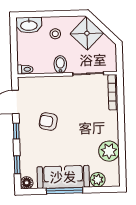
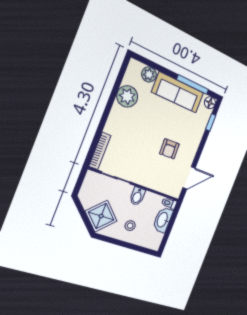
washbasin: (29, 25) -> (163, 220), moved, turned -90
armchair: (48, 121) -> (169, 149), turned 76
window: (16, 131) -> (199, 152), removed
window: (65, 191) -> (193, 85), moved

